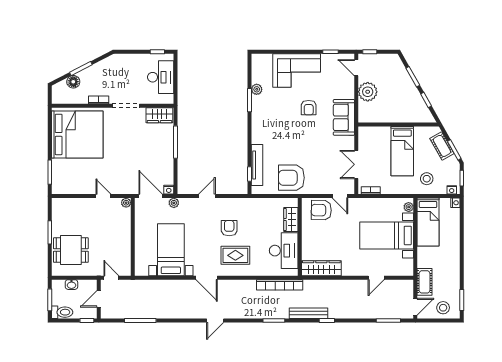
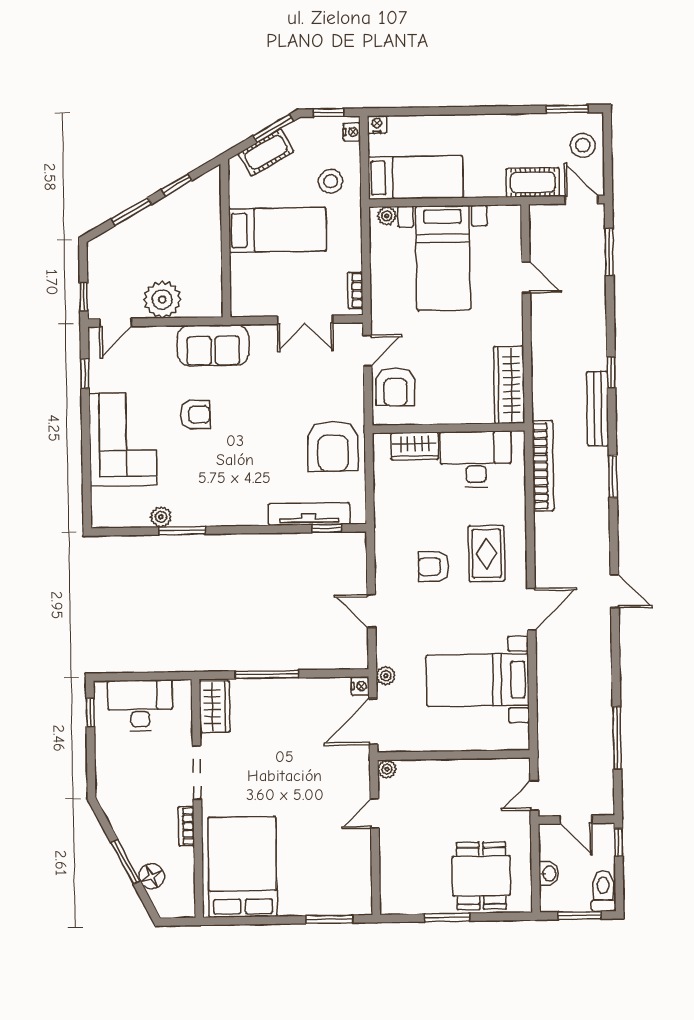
bed: (77, 134) -> (242, 867), width x0.73

